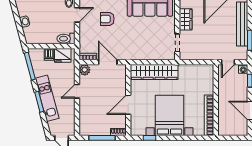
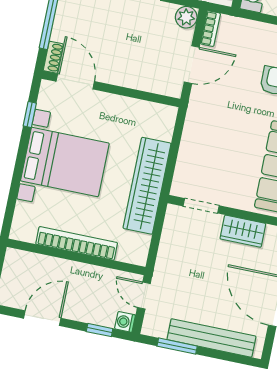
wardrobe: (154, 72) -> (147, 186), moved
door: (128, 105) -> (75, 81), moved
bookcase: (209, 115) -> (77, 243), moved

